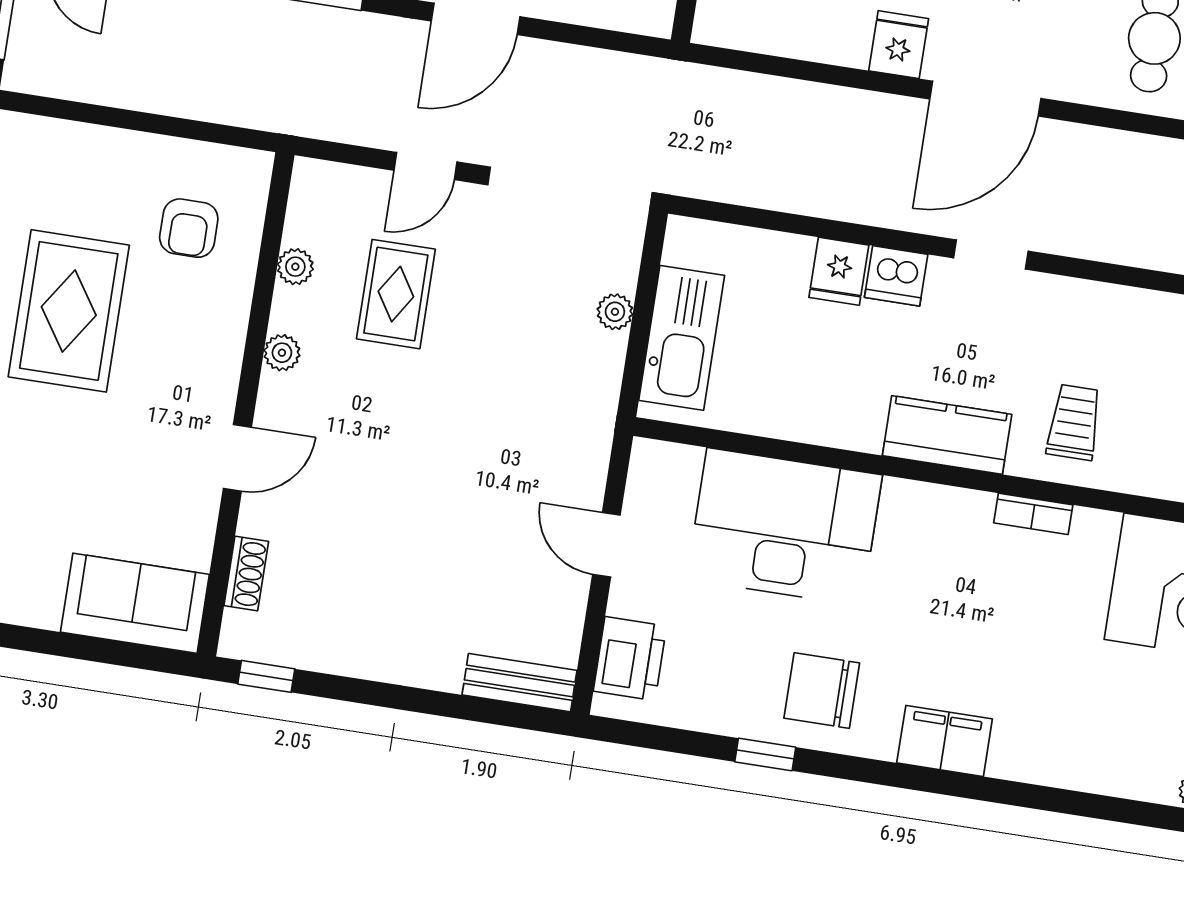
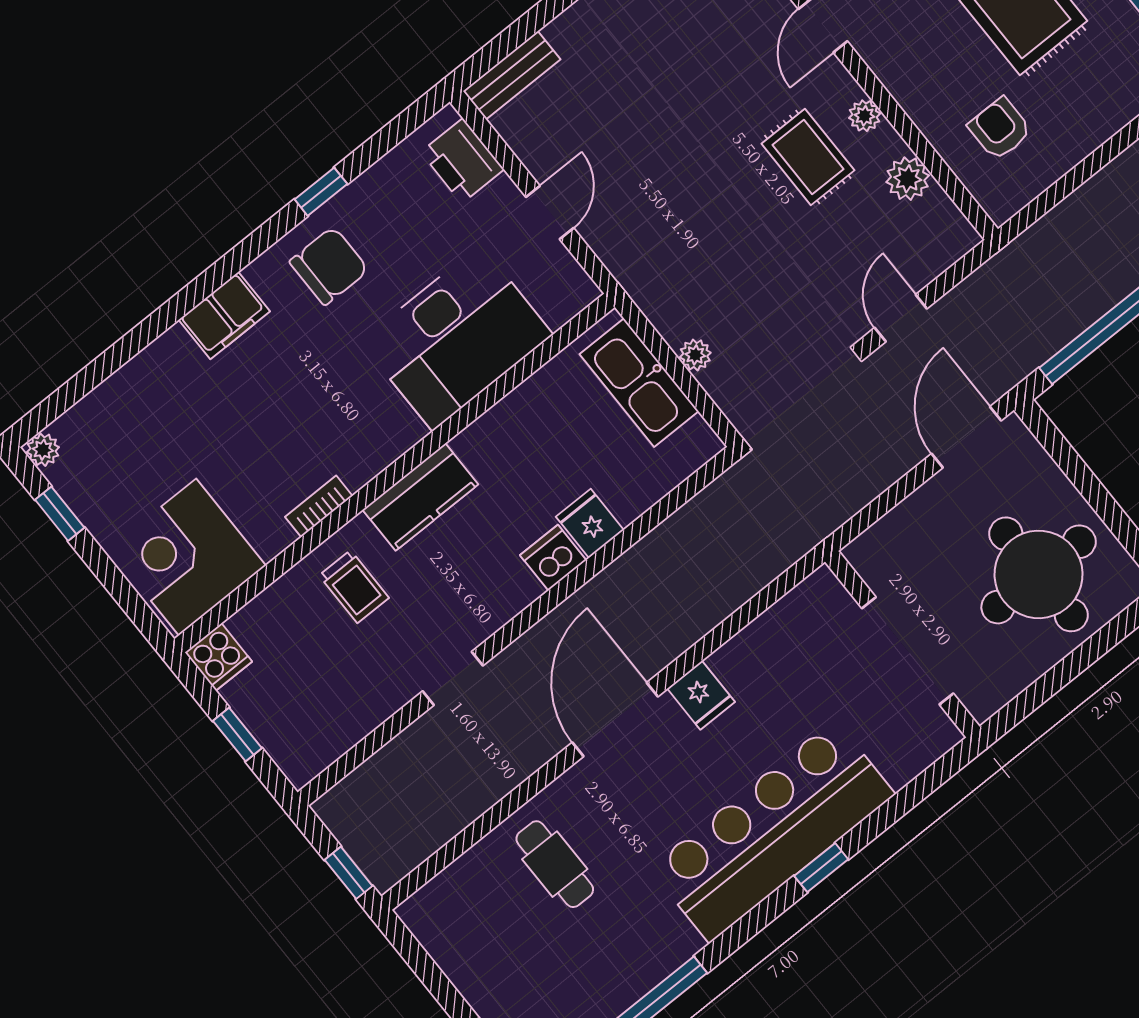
doorway: (991, 255) -> (453, 678), moved
plant: (295, 267) -> (908, 179), width x1.38, depth x1.38
rug: (396, 294) -> (808, 157), moved
door: (606, 545) -> (550, 212), hinge flipped

